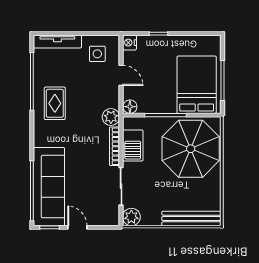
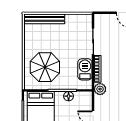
floor lamp: (130, 107) -> (69, 96), moved
parasol: (191, 149) -> (45, 67), width x0.73, depth x0.73
plant: (131, 217) -> (86, 20), removed

